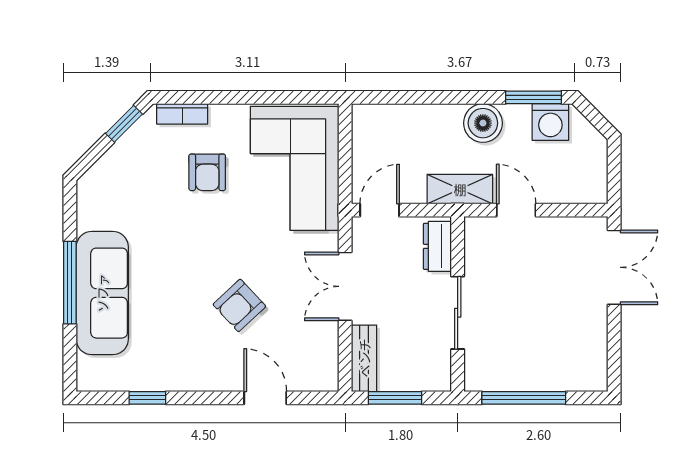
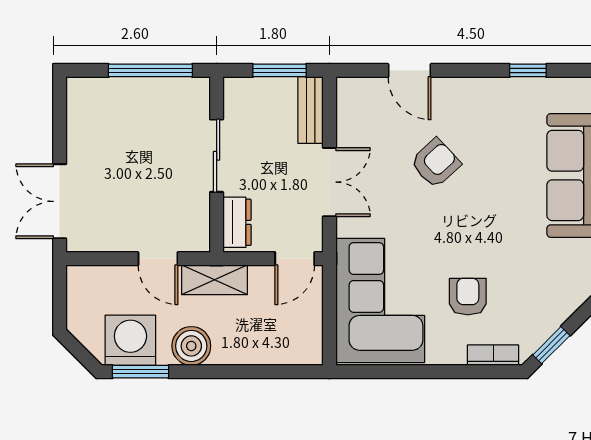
washing machine: (550, 122) -> (130, 340), width x1.37, depth x1.37

